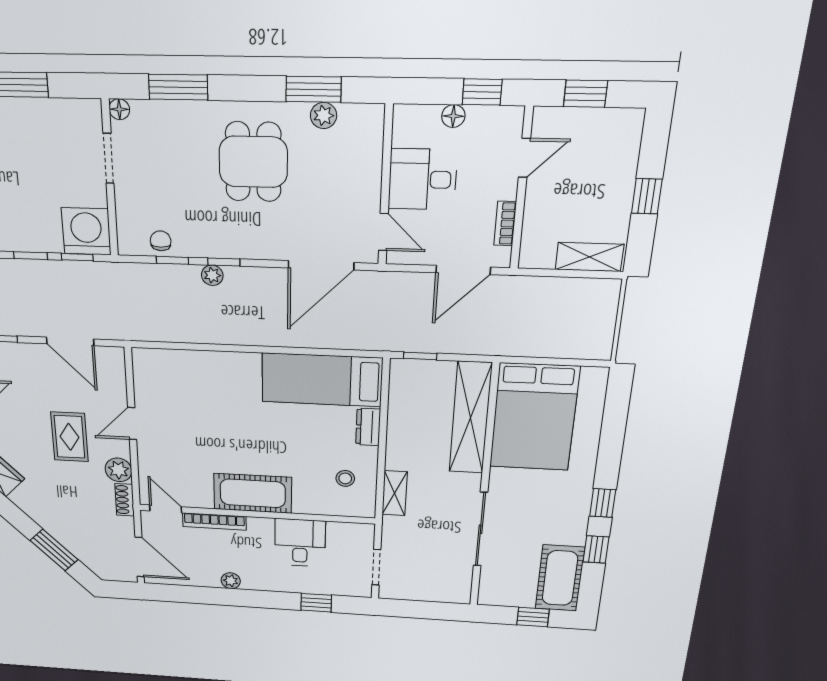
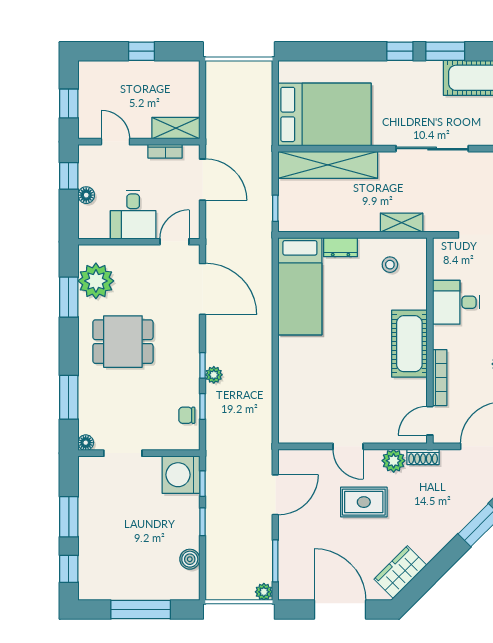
plant: (324, 115) -> (96, 281), width x1.88, depth x1.88
shelving: (589, 257) -> (176, 128), moved, turned 90
window: (596, 549) -> (445, 51), width x1.50

